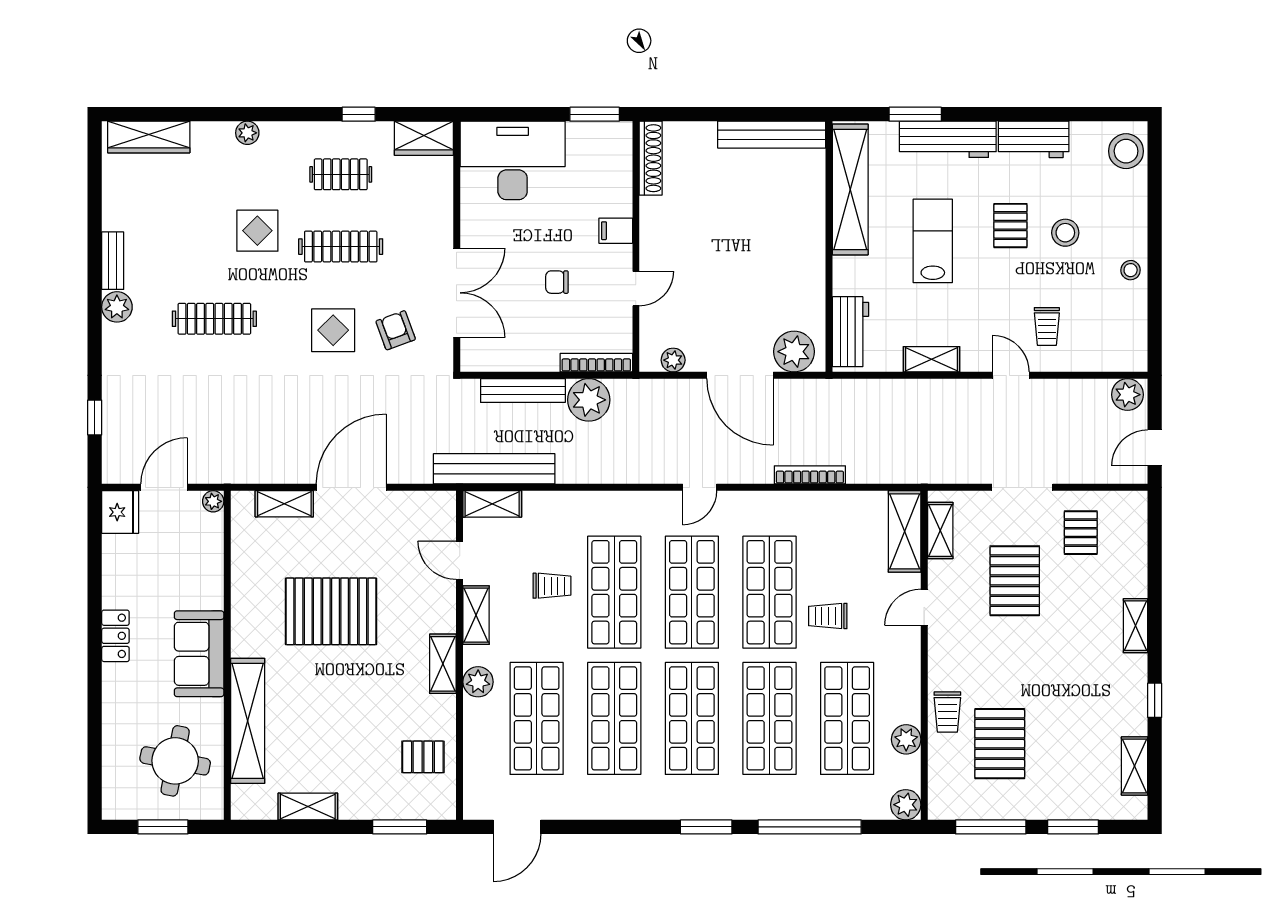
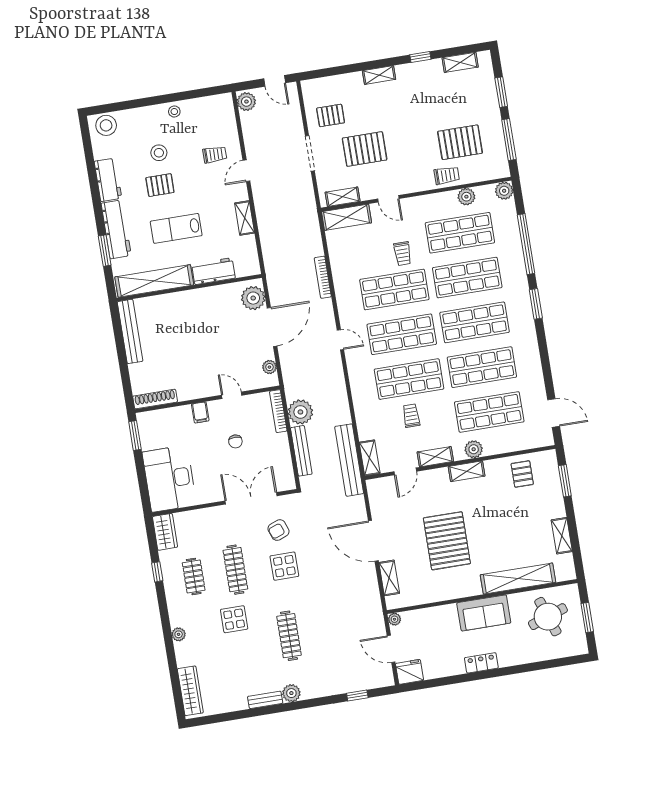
workbench: (850, 332) -> (213, 271), moved
round table: (175, 761) -> (548, 617), turned -30

